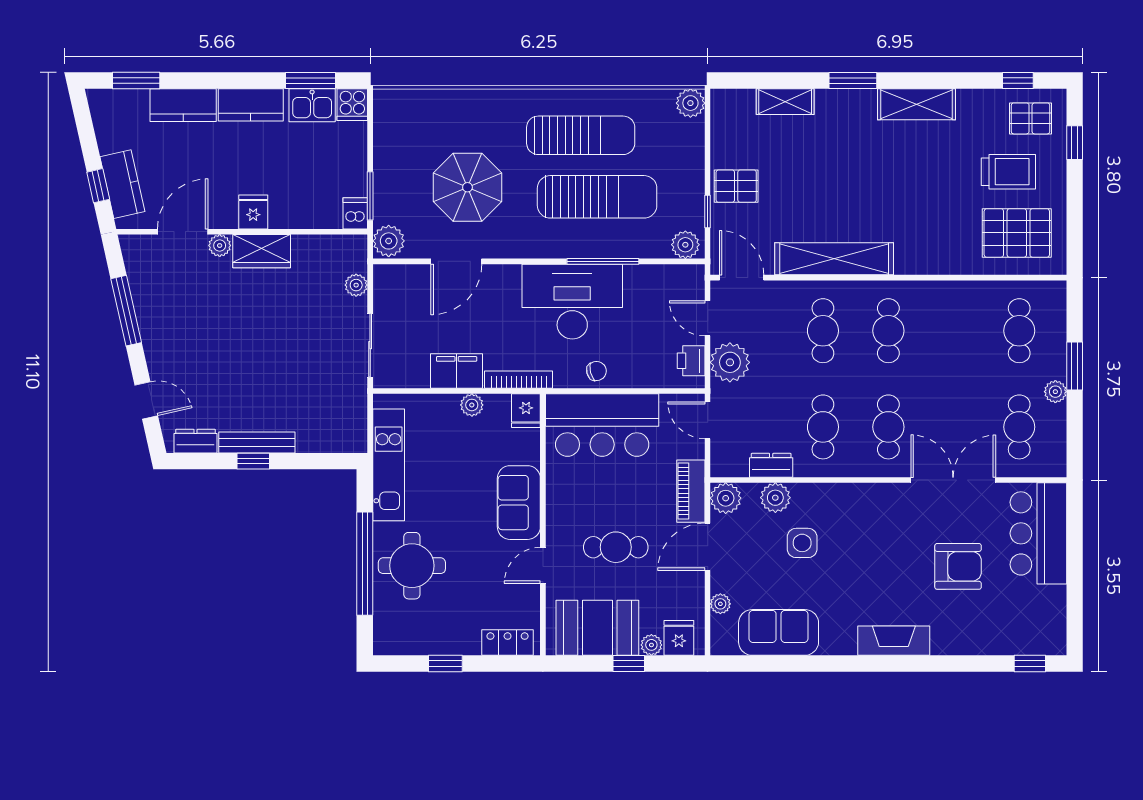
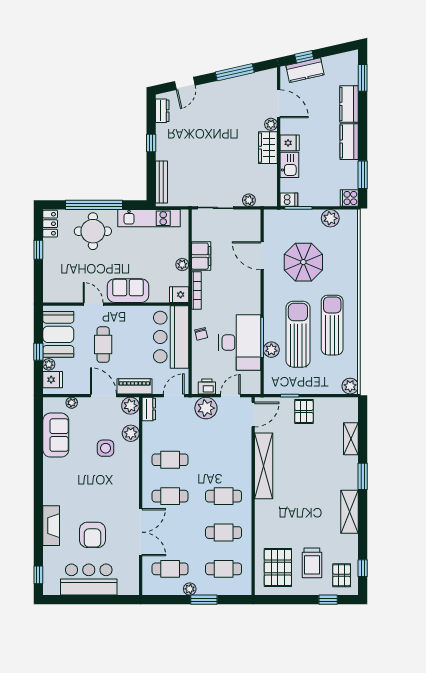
kitchen sink: (312, 105) -> (289, 165), moved, turned 180
sun lounger: (581, 135) -> (332, 325), turned 180
sun lounger: (597, 197) -> (298, 334), turned 180
plant: (389, 241) -> (330, 218), moved
plant: (685, 245) -> (271, 350), moved
desk: (572, 302) -> (240, 343), moved
cafe table: (823, 331) -> (224, 533), moved
bench: (257, 442) -> (161, 182), moved
dresser: (771, 465) -> (149, 409), moved
bar counter: (1038, 533) -> (89, 580), moved
fireplace: (894, 641) -> (51, 526), moved
locker: (508, 643) -> (50, 224), moved

